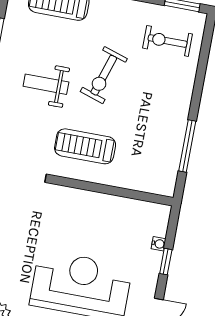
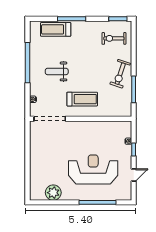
exercise bike: (104, 75) -> (120, 74), moved
treadmill: (85, 146) -> (82, 99), turned 180

